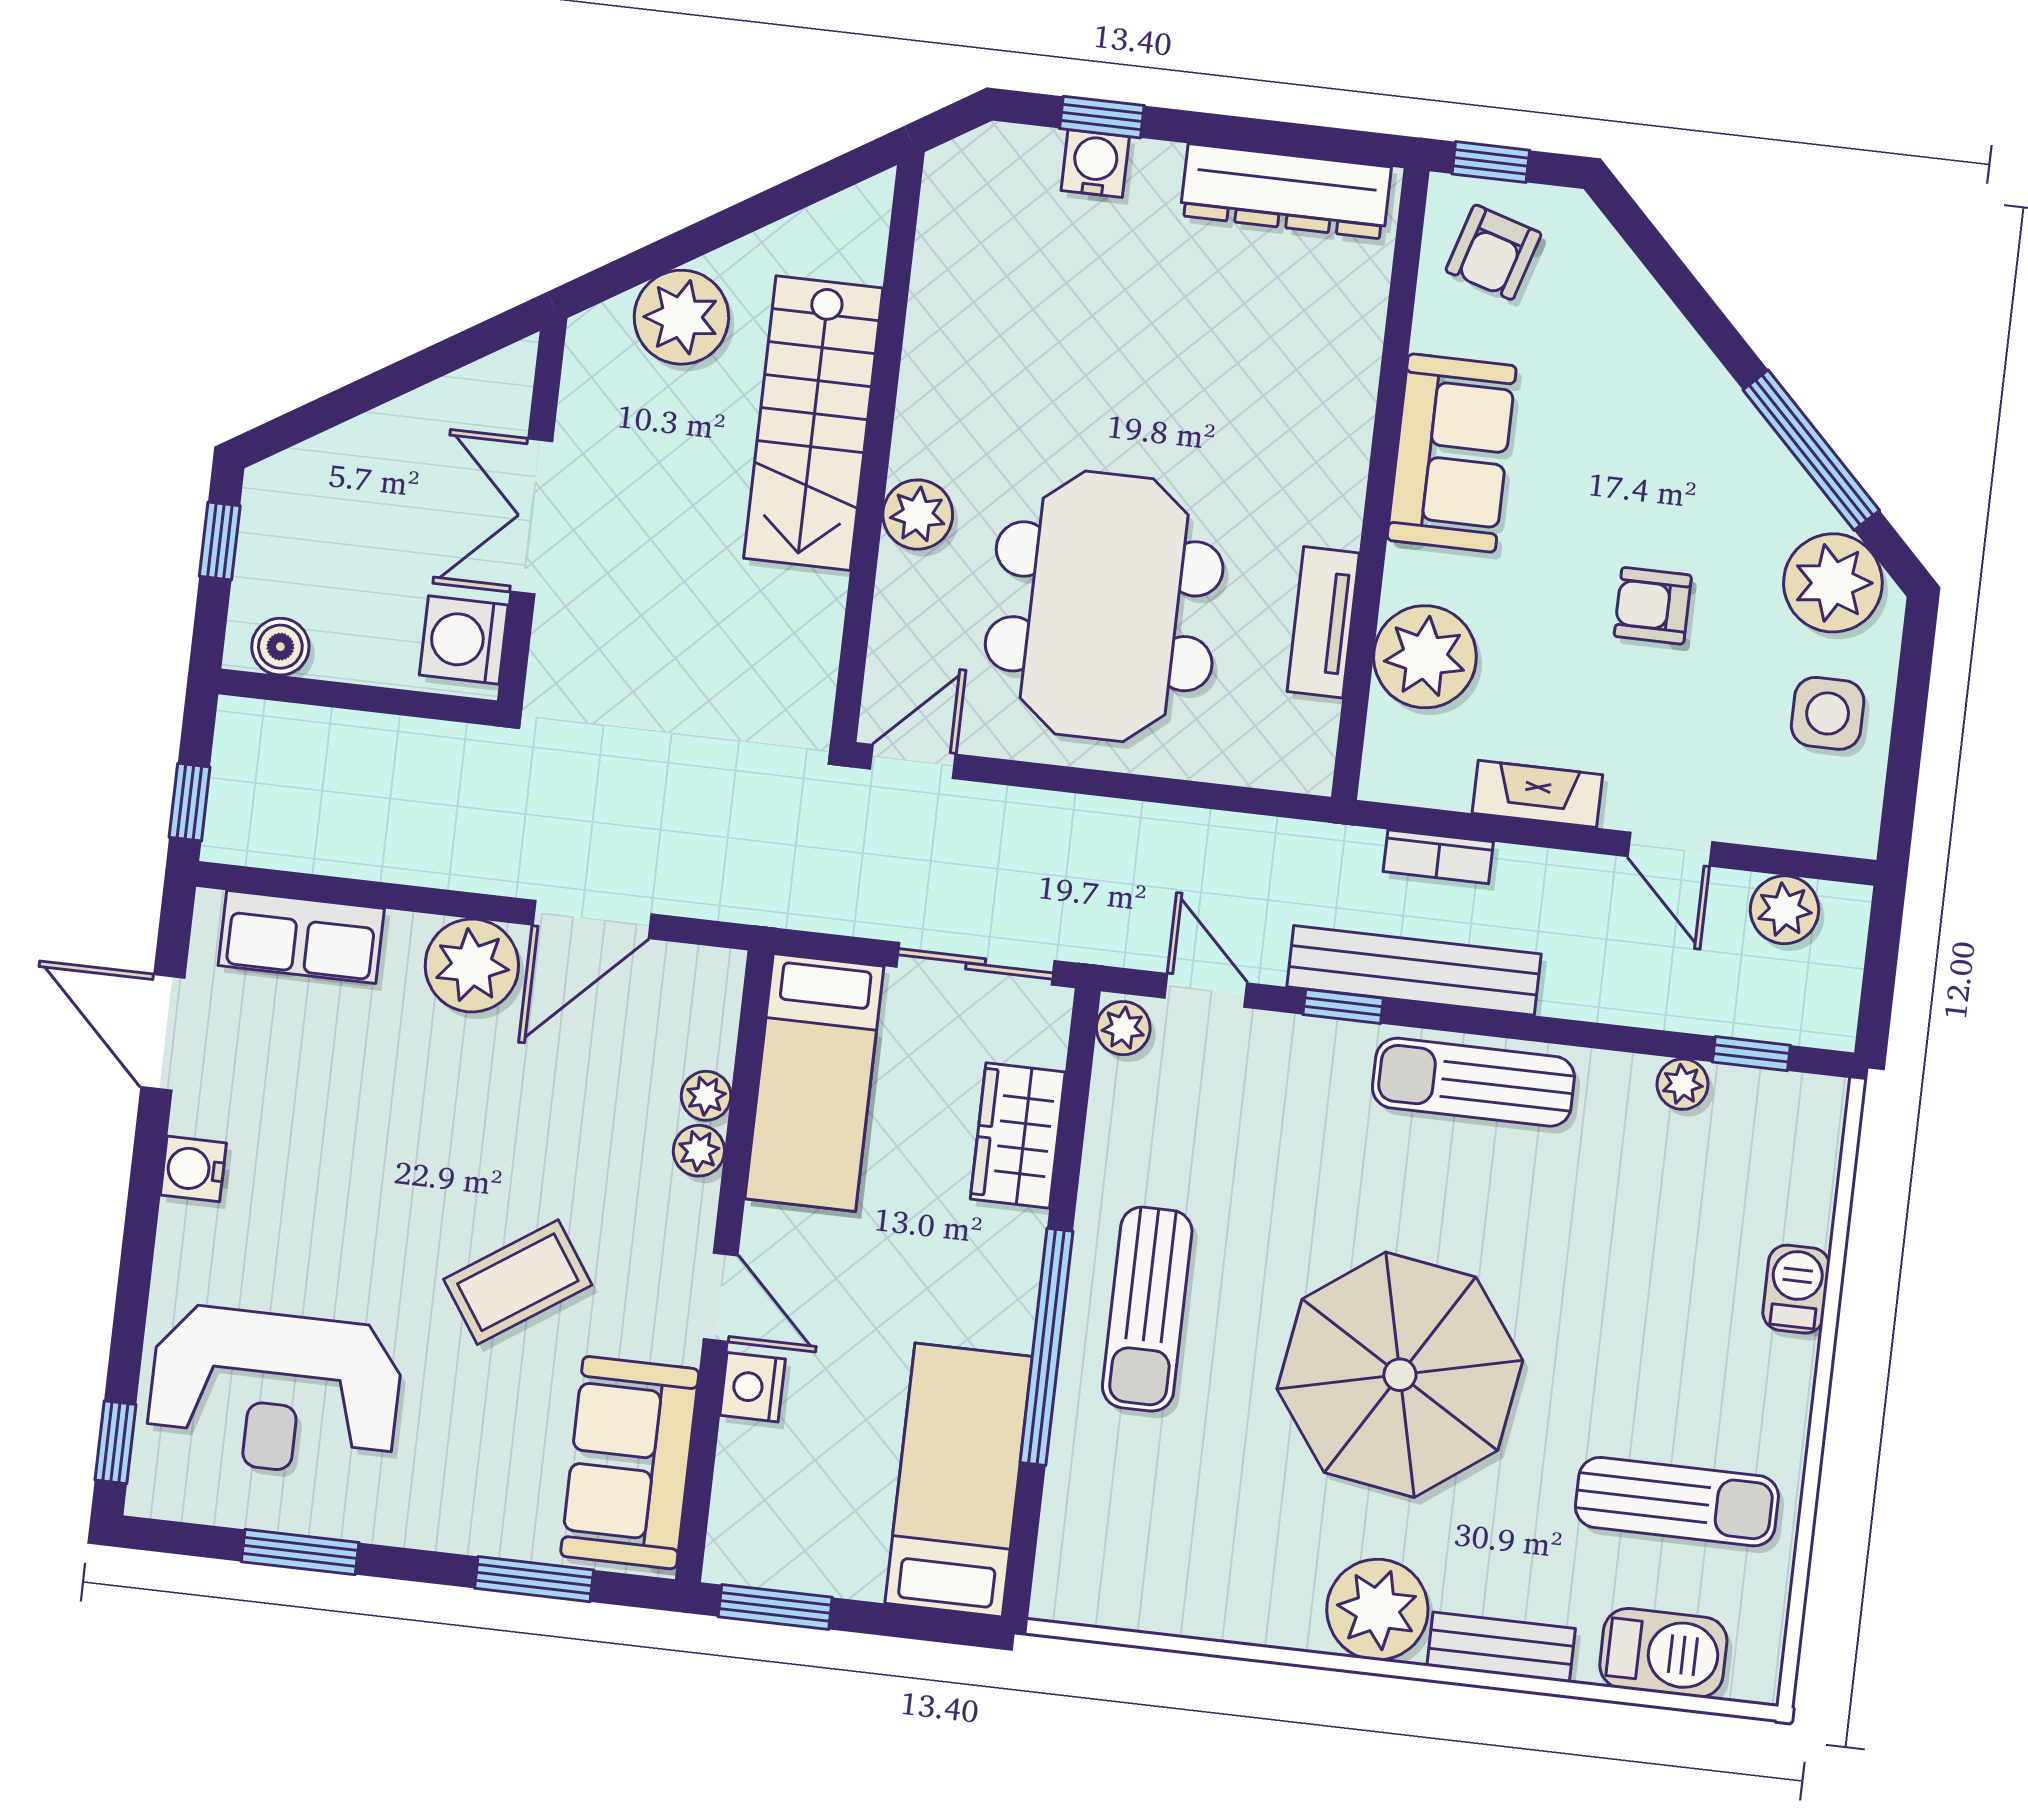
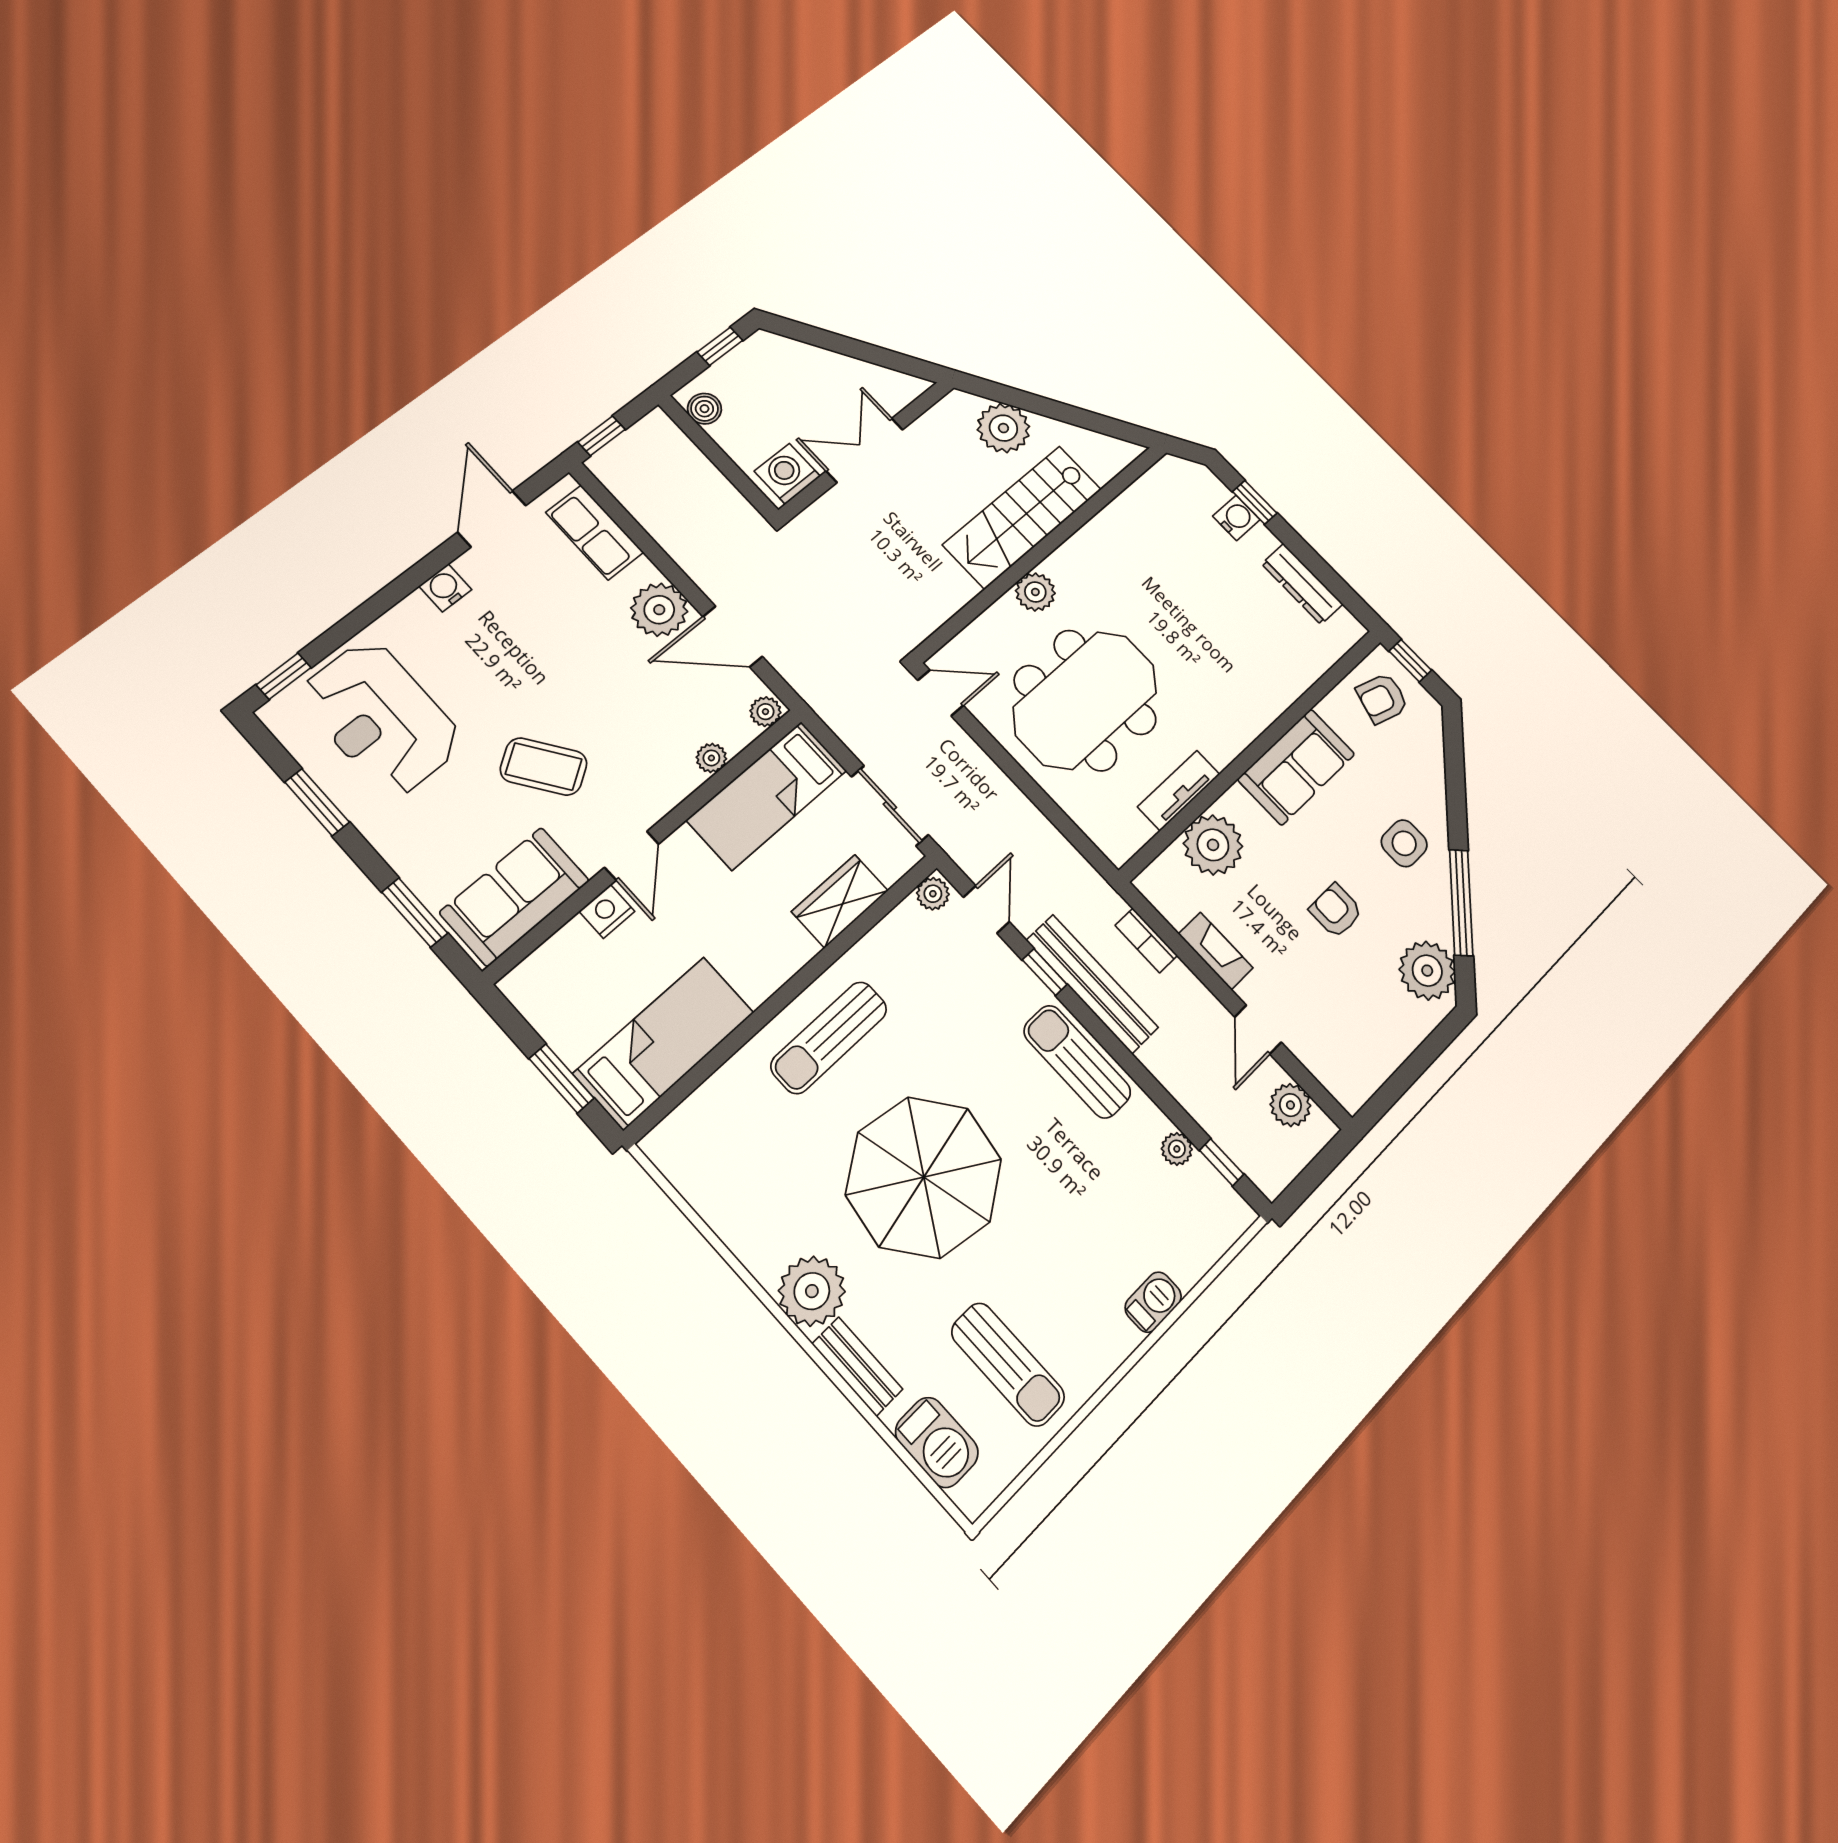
dresser: (1286, 191) -> (1302, 584), width x0.73, depth x0.80
side table: (1828, 713) -> (1404, 843), moved
plant: (699, 1151) -> (765, 712), moved
window: (1046, 1347) -> (765, 1014), removed
window: (775, 1607) -> (562, 1078), moved

